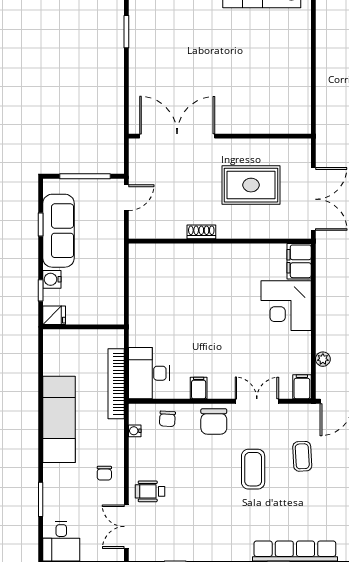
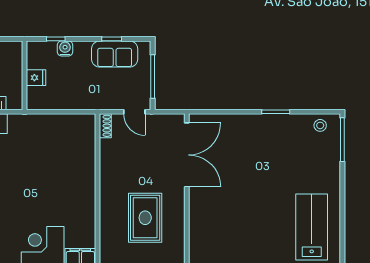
sofa: (58, 231) -> (115, 54), width x0.73
shoe rack: (201, 232) -> (105, 126), moved
fridge: (54, 315) -> (36, 78), moved, turned -90

